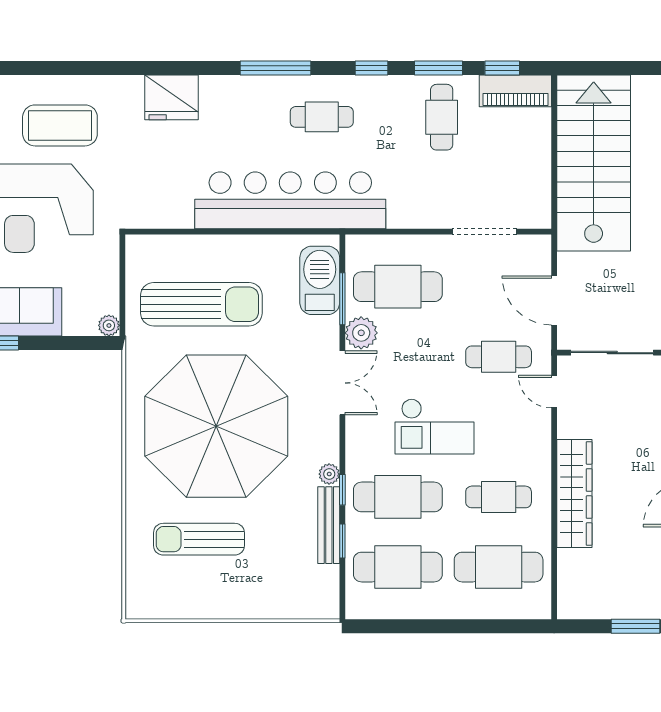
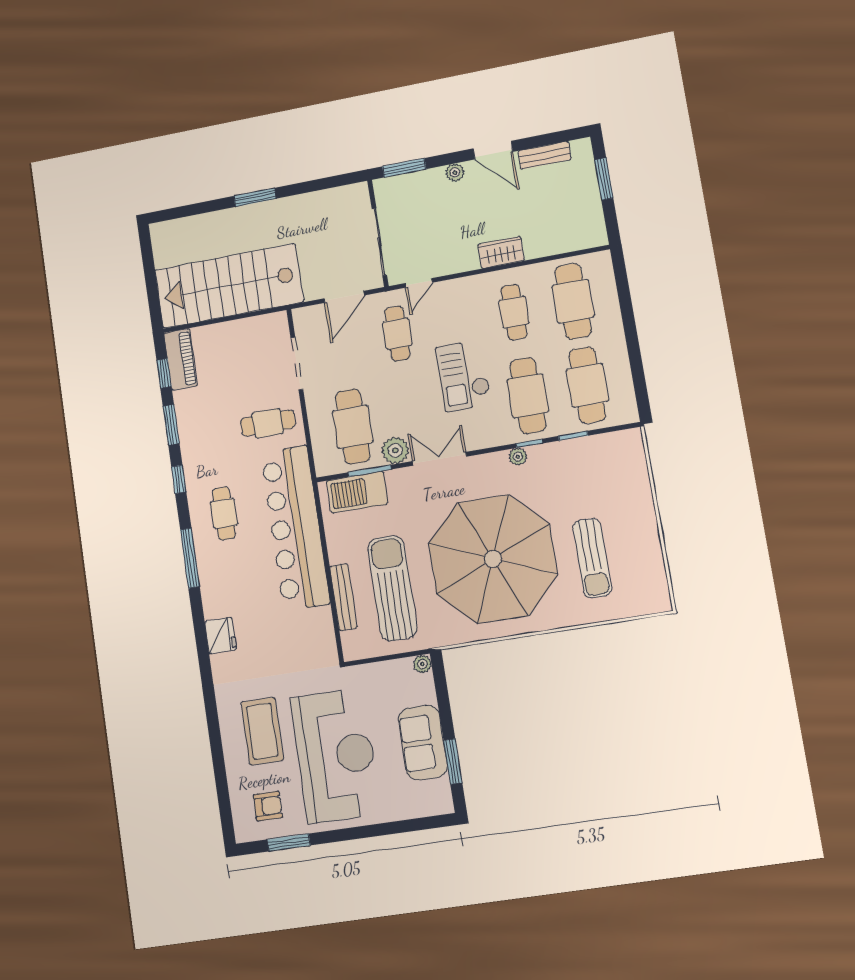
fridge: (172, 97) -> (220, 635), width x0.73, depth x0.75
cafe table: (442, 117) -> (268, 423), moved
checkout: (434, 426) -> (463, 376), turned 180
wardrobe: (574, 494) -> (501, 252), width x0.48, depth x0.85
bench: (329, 525) -> (343, 597), moved, turned 90

